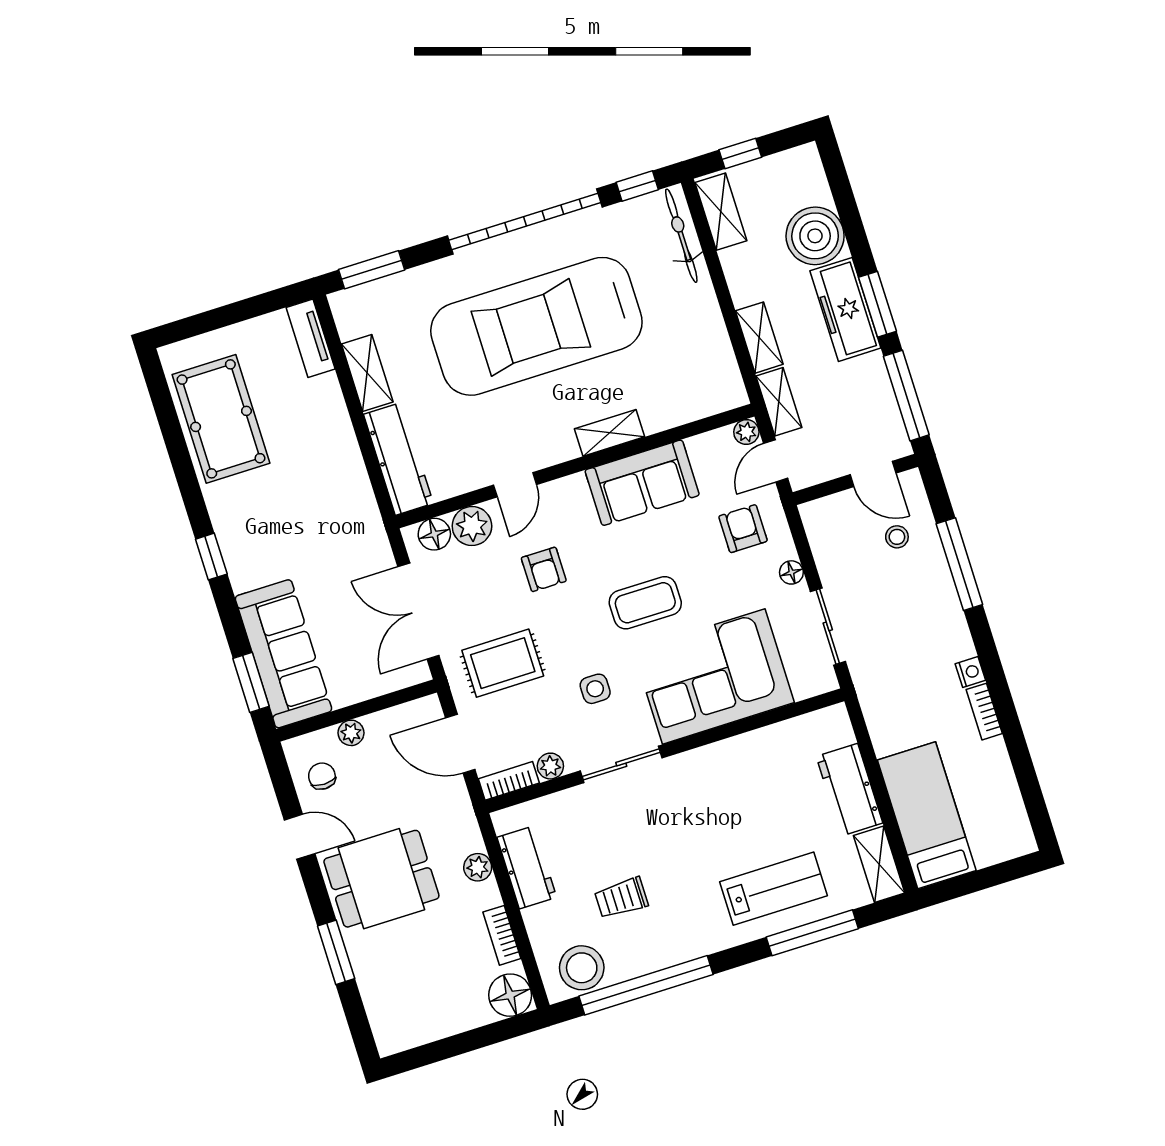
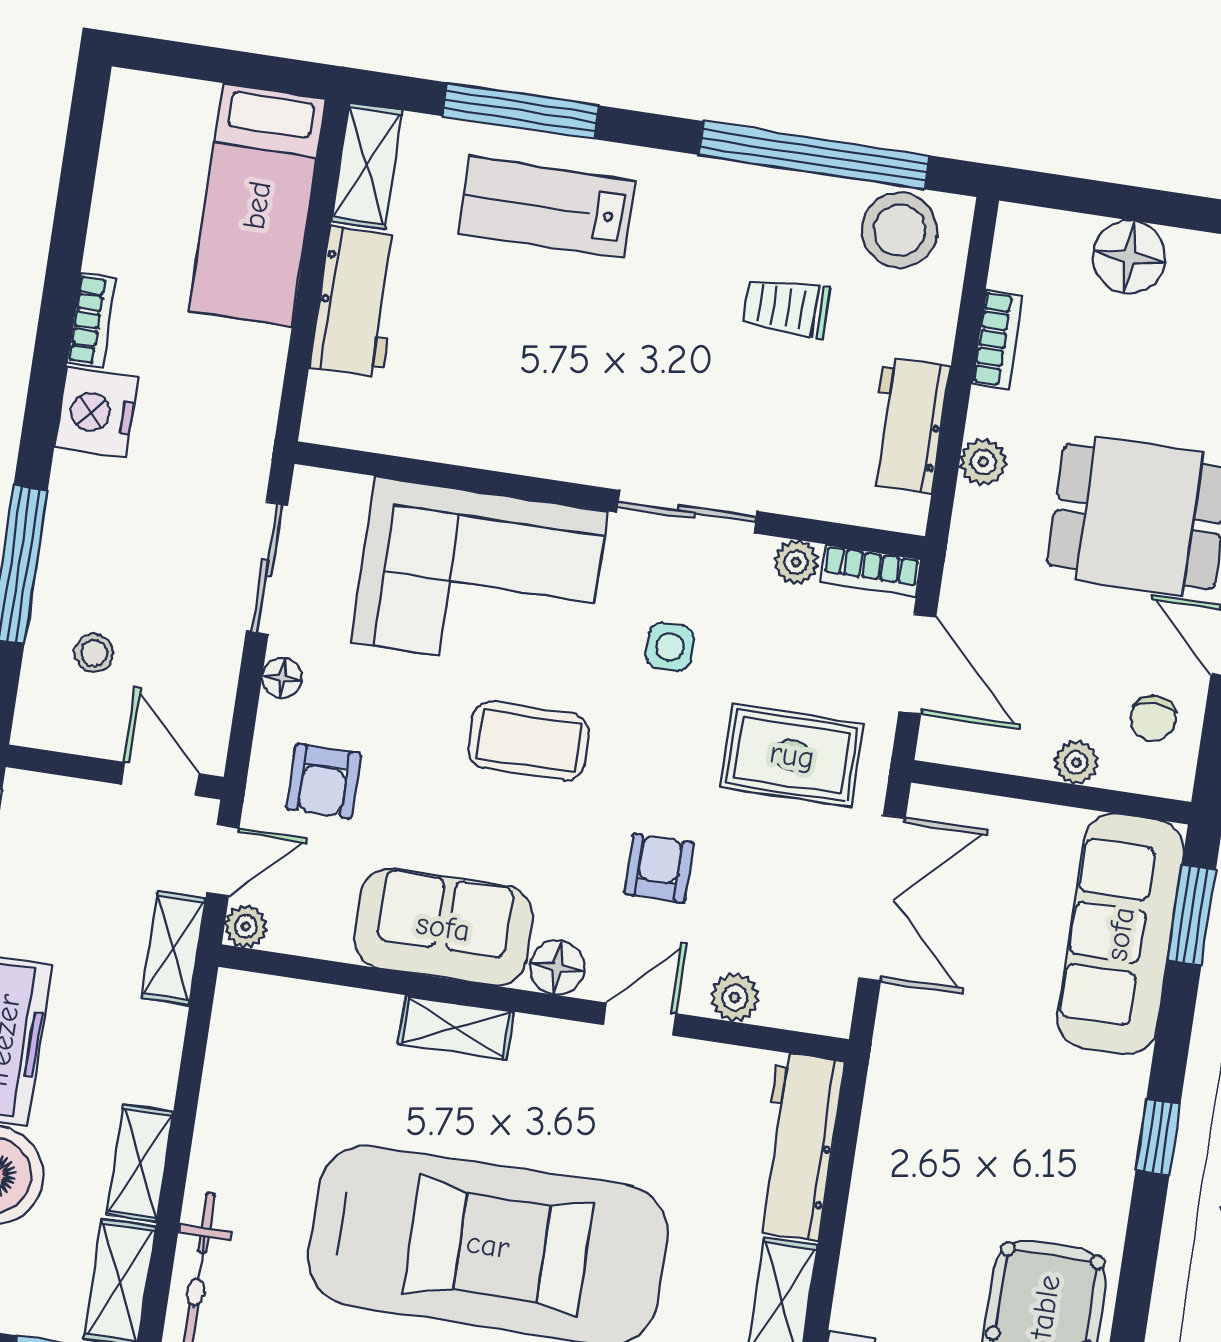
shelving: (759, 338) -> (140, 1163), moved
door: (873, 474) -> (160, 779), moved
plant: (472, 526) -> (735, 997), width x0.73, depth x0.73
floor lamp: (434, 534) -> (557, 967), moved
nightstand: (970, 672) -> (96, 413), width x1.89, depth x1.79
trolley: (621, 898) -> (786, 307), turned 180
floor lamp: (510, 995) -> (1129, 257), moved

